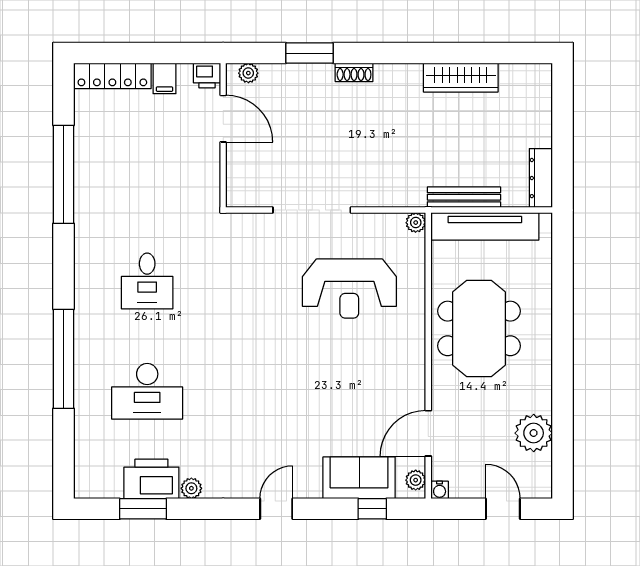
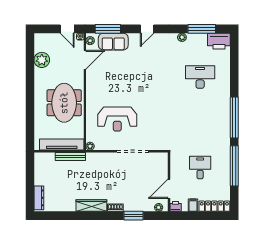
wardrobe: (461, 78) -> (91, 206), moved
door: (223, 119) -> (169, 189), hinge flipped
dresser: (541, 178) -> (39, 198), moved
desk: (147, 281) -> (200, 167), moved
reception desk: (349, 289) -> (117, 119), turned 180
window: (64, 359) -> (234, 118), moved
printer: (151, 479) -> (219, 41), moved
window: (143, 509) -> (202, 29), width x1.44
window: (372, 509) -> (108, 29), width x2.17
door: (503, 509) -> (67, 29), moved

